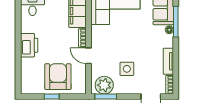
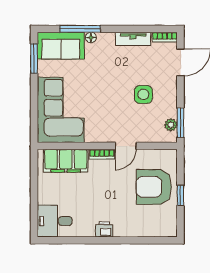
printer: (29, 45) -> (104, 229), width x0.53, depth x0.68
plant: (104, 85) -> (171, 125), width x0.53, depth x0.53

